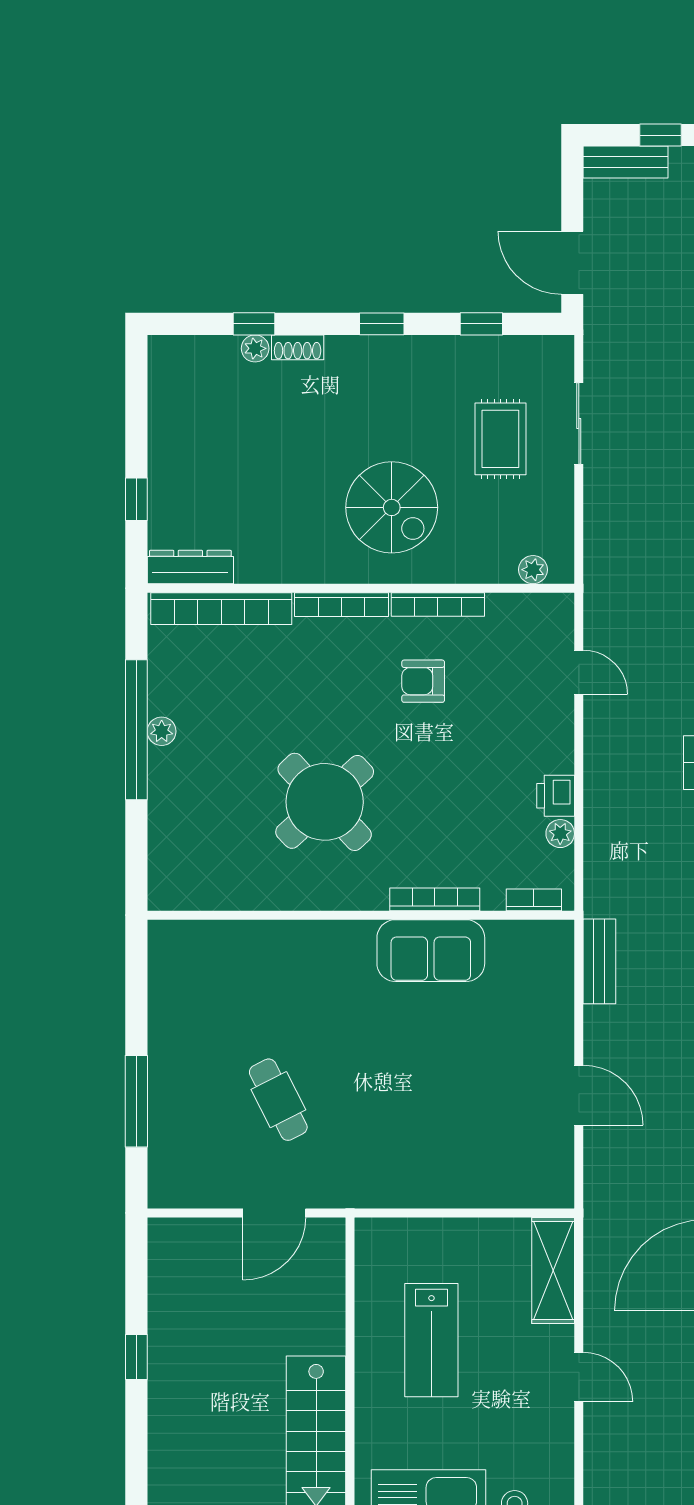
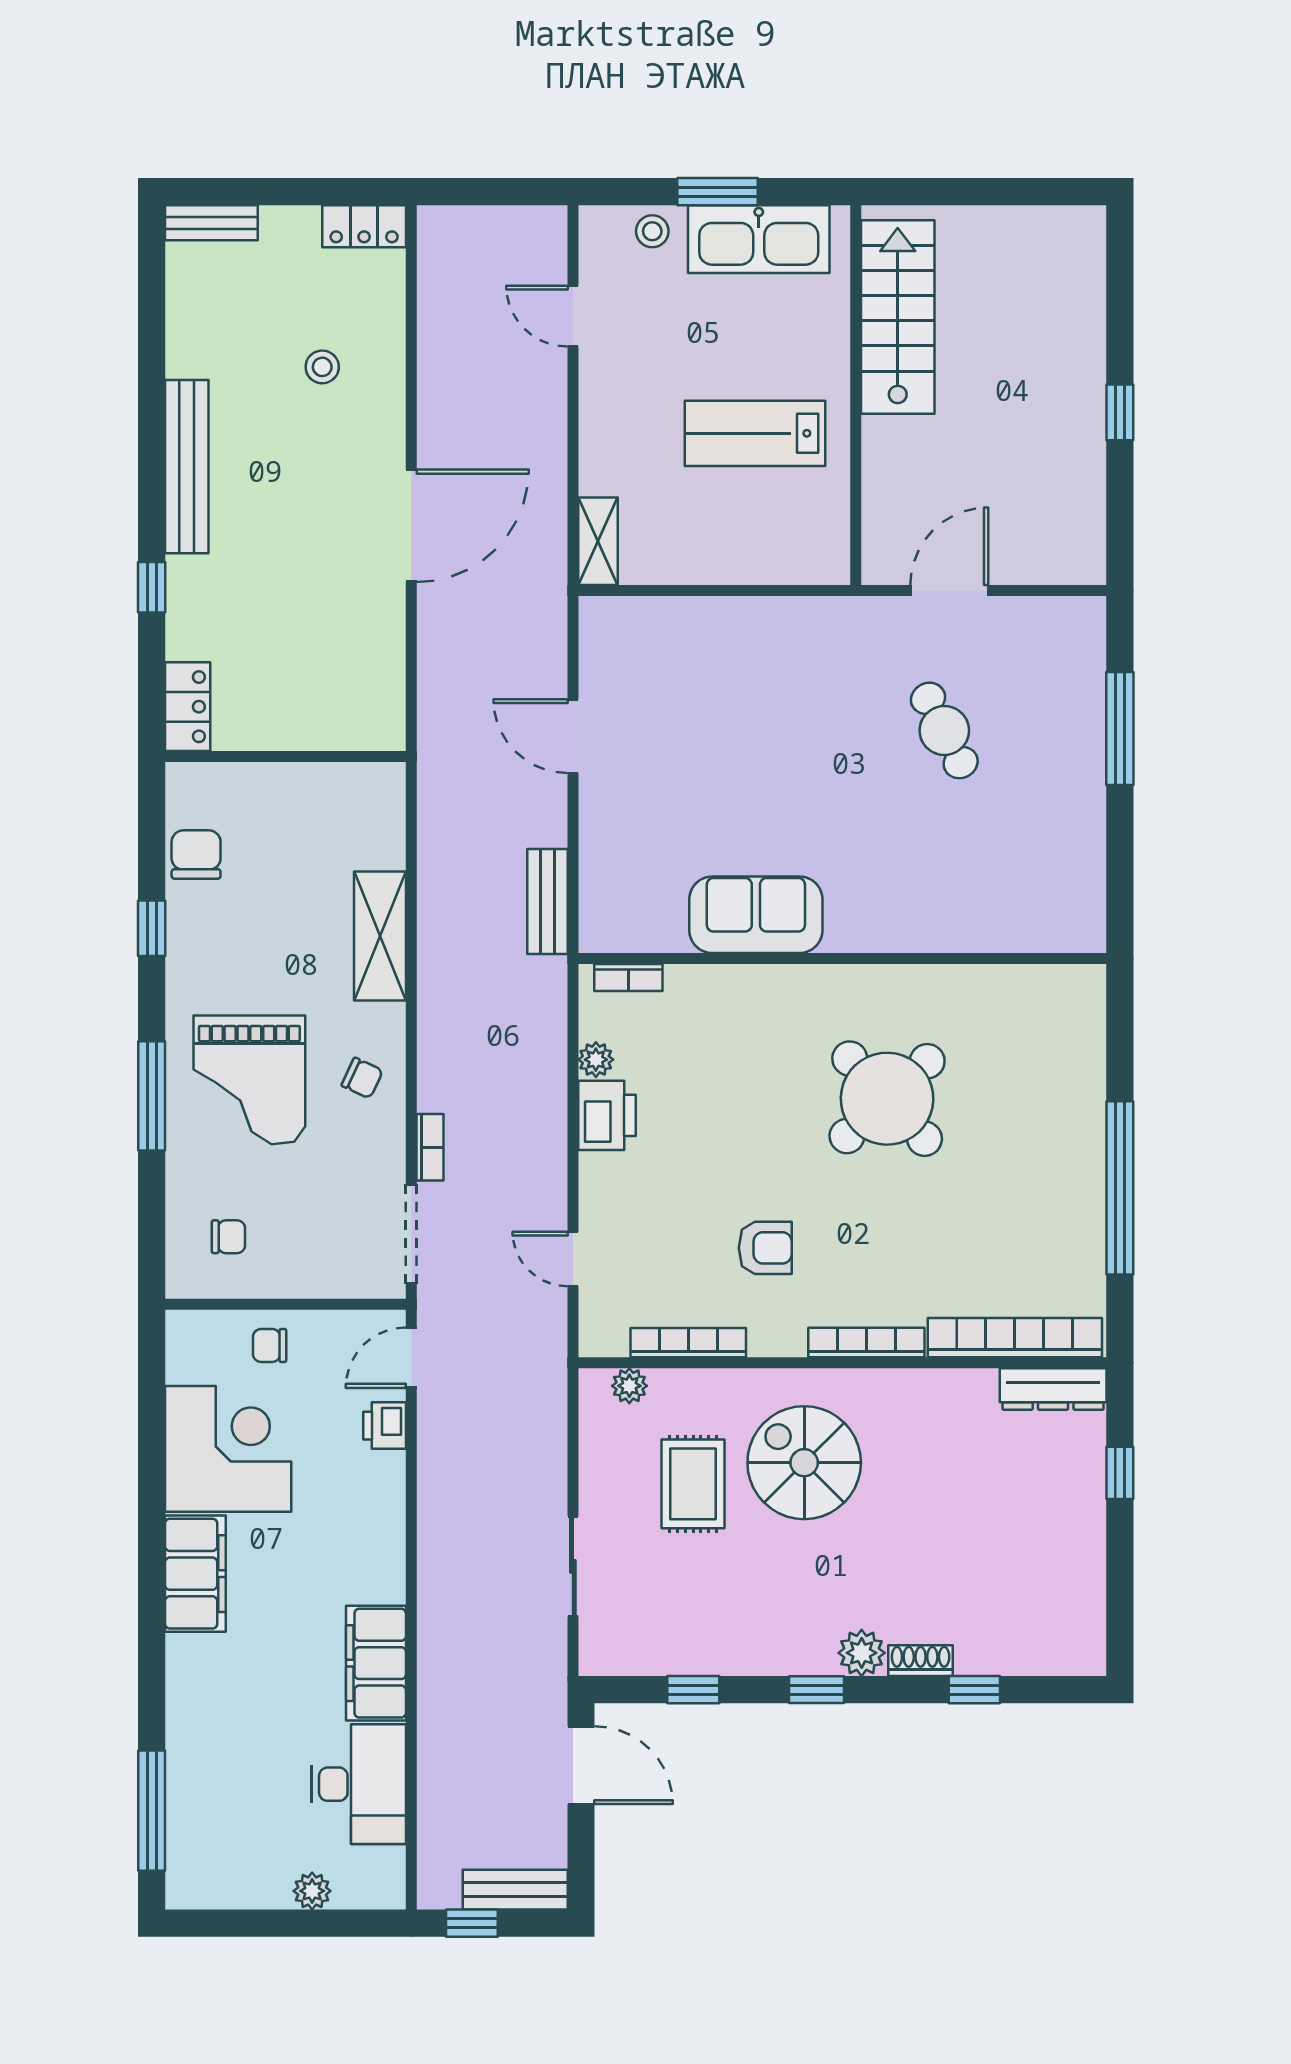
plant: (255, 348) -> (862, 1653), moved, width x1.38, depth x1.38
rug: (500, 439) -> (693, 1484), moved
bookcase: (438, 605) -> (688, 1343), moved
plant: (162, 731) -> (1089, 1186), removed
printer: (556, 796) -> (607, 1115), width x1.36, depth x1.24
bookcase: (435, 899) -> (751, 978), removed
shelving: (553, 1271) -> (598, 541), width x0.67, depth x0.75
lab bench: (431, 1340) -> (755, 433), turned -90
door: (579, 1377) -> (573, 316), moved

